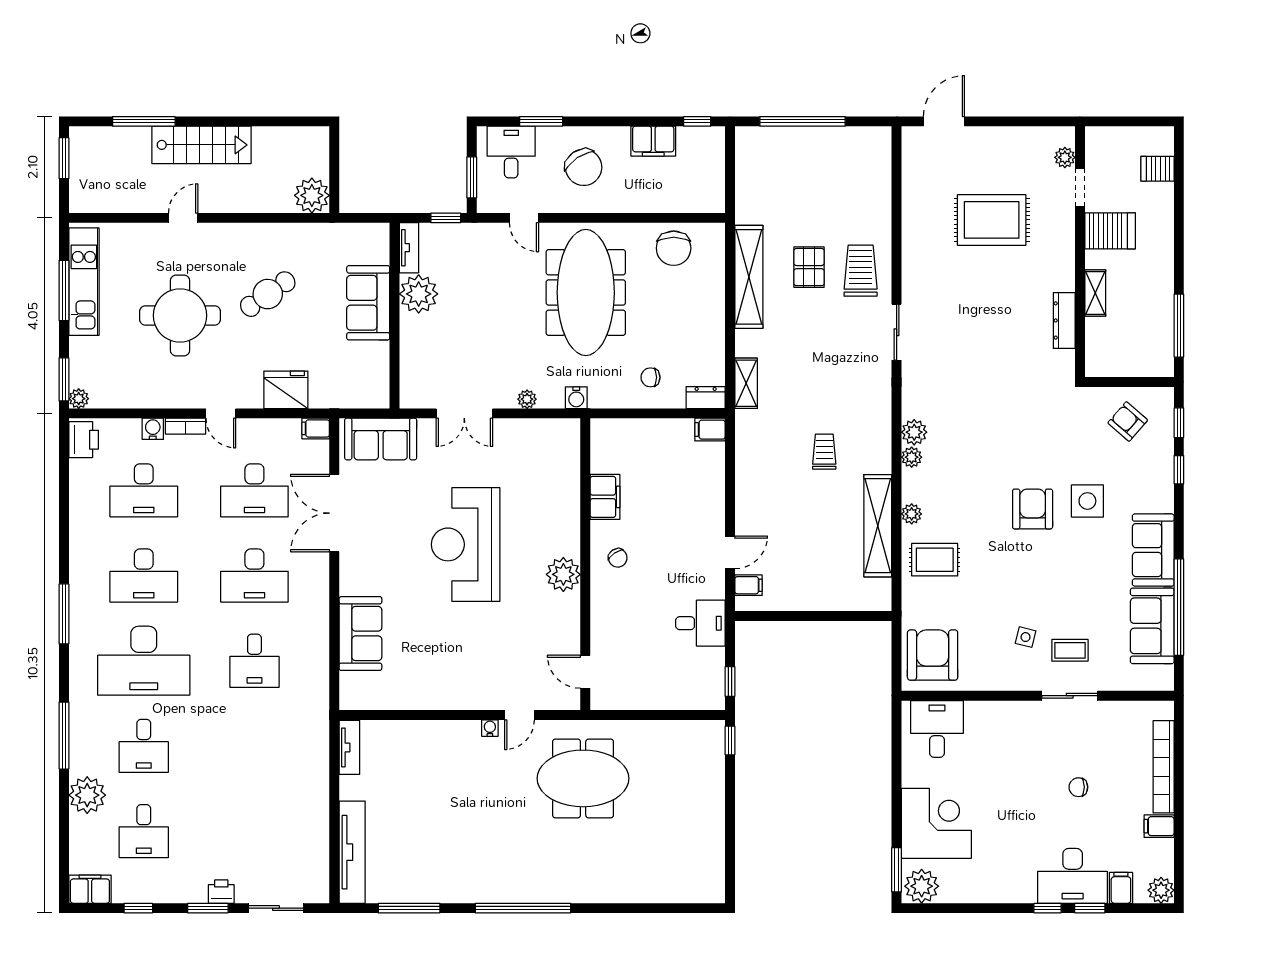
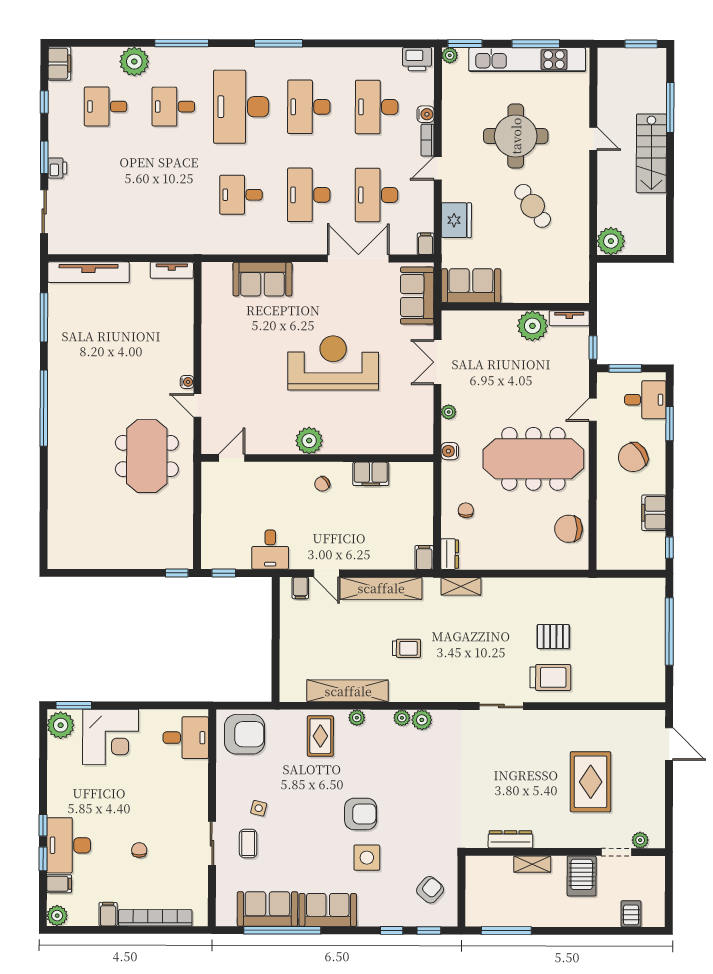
shelving: (749, 277) -> (381, 588), moved
kitchen unit: (84, 282) -> (527, 60), width x1.36
sofa: (368, 303) -> (471, 286), moved

